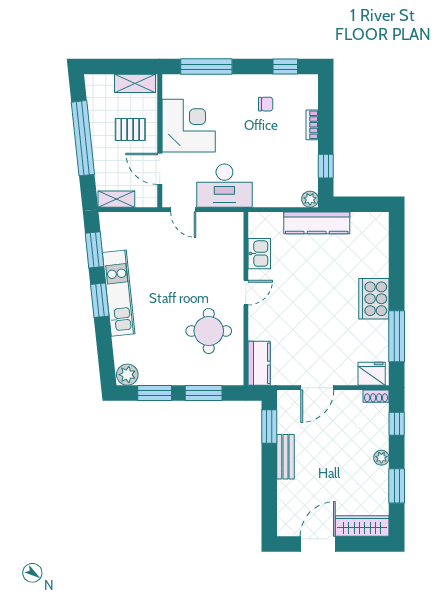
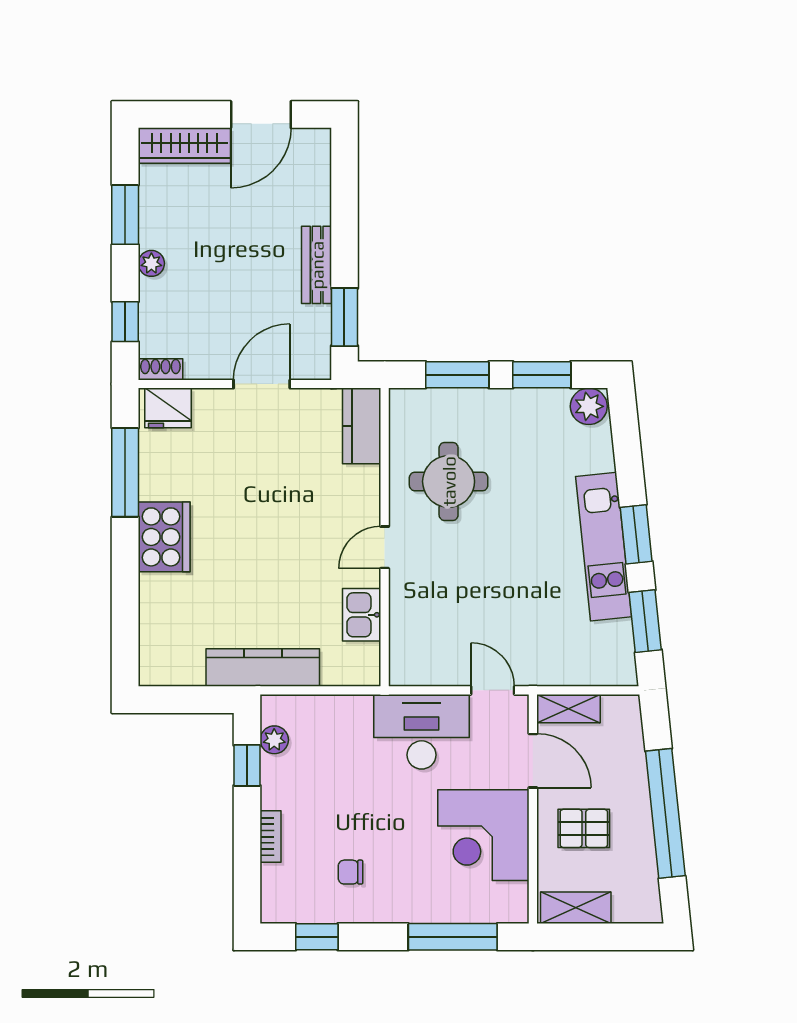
shelving: (116, 199) -> (568, 709), moved
plant: (310, 199) -> (274, 740), moved

